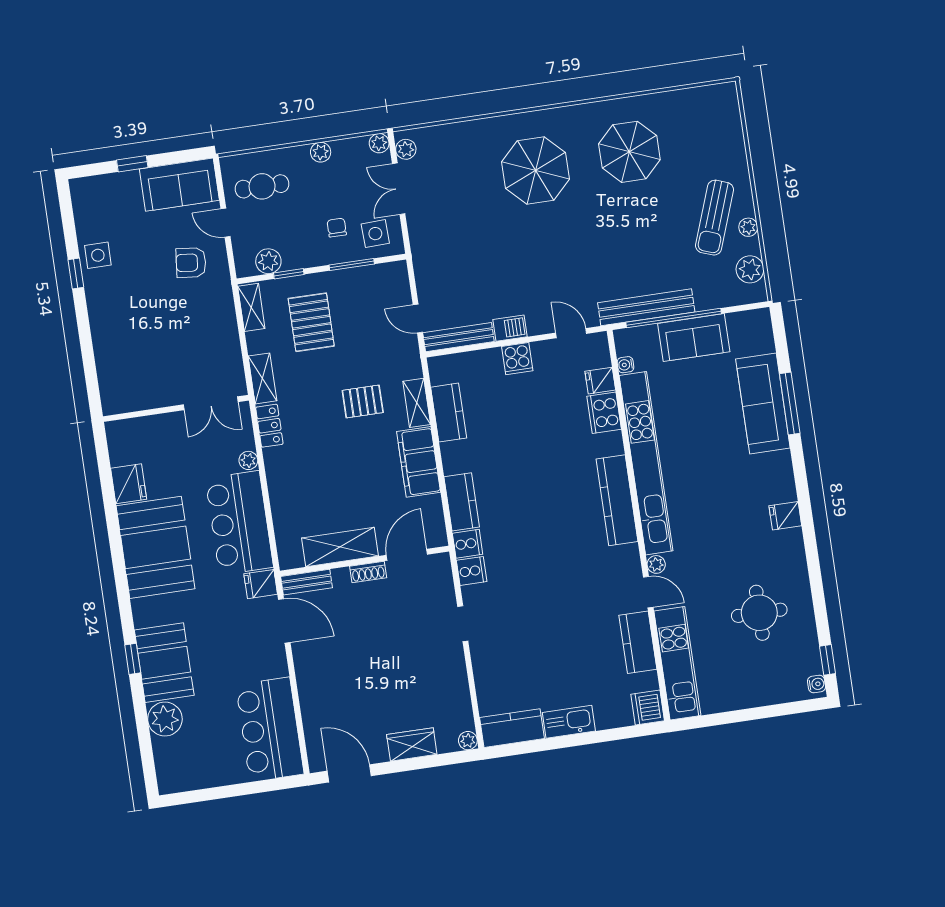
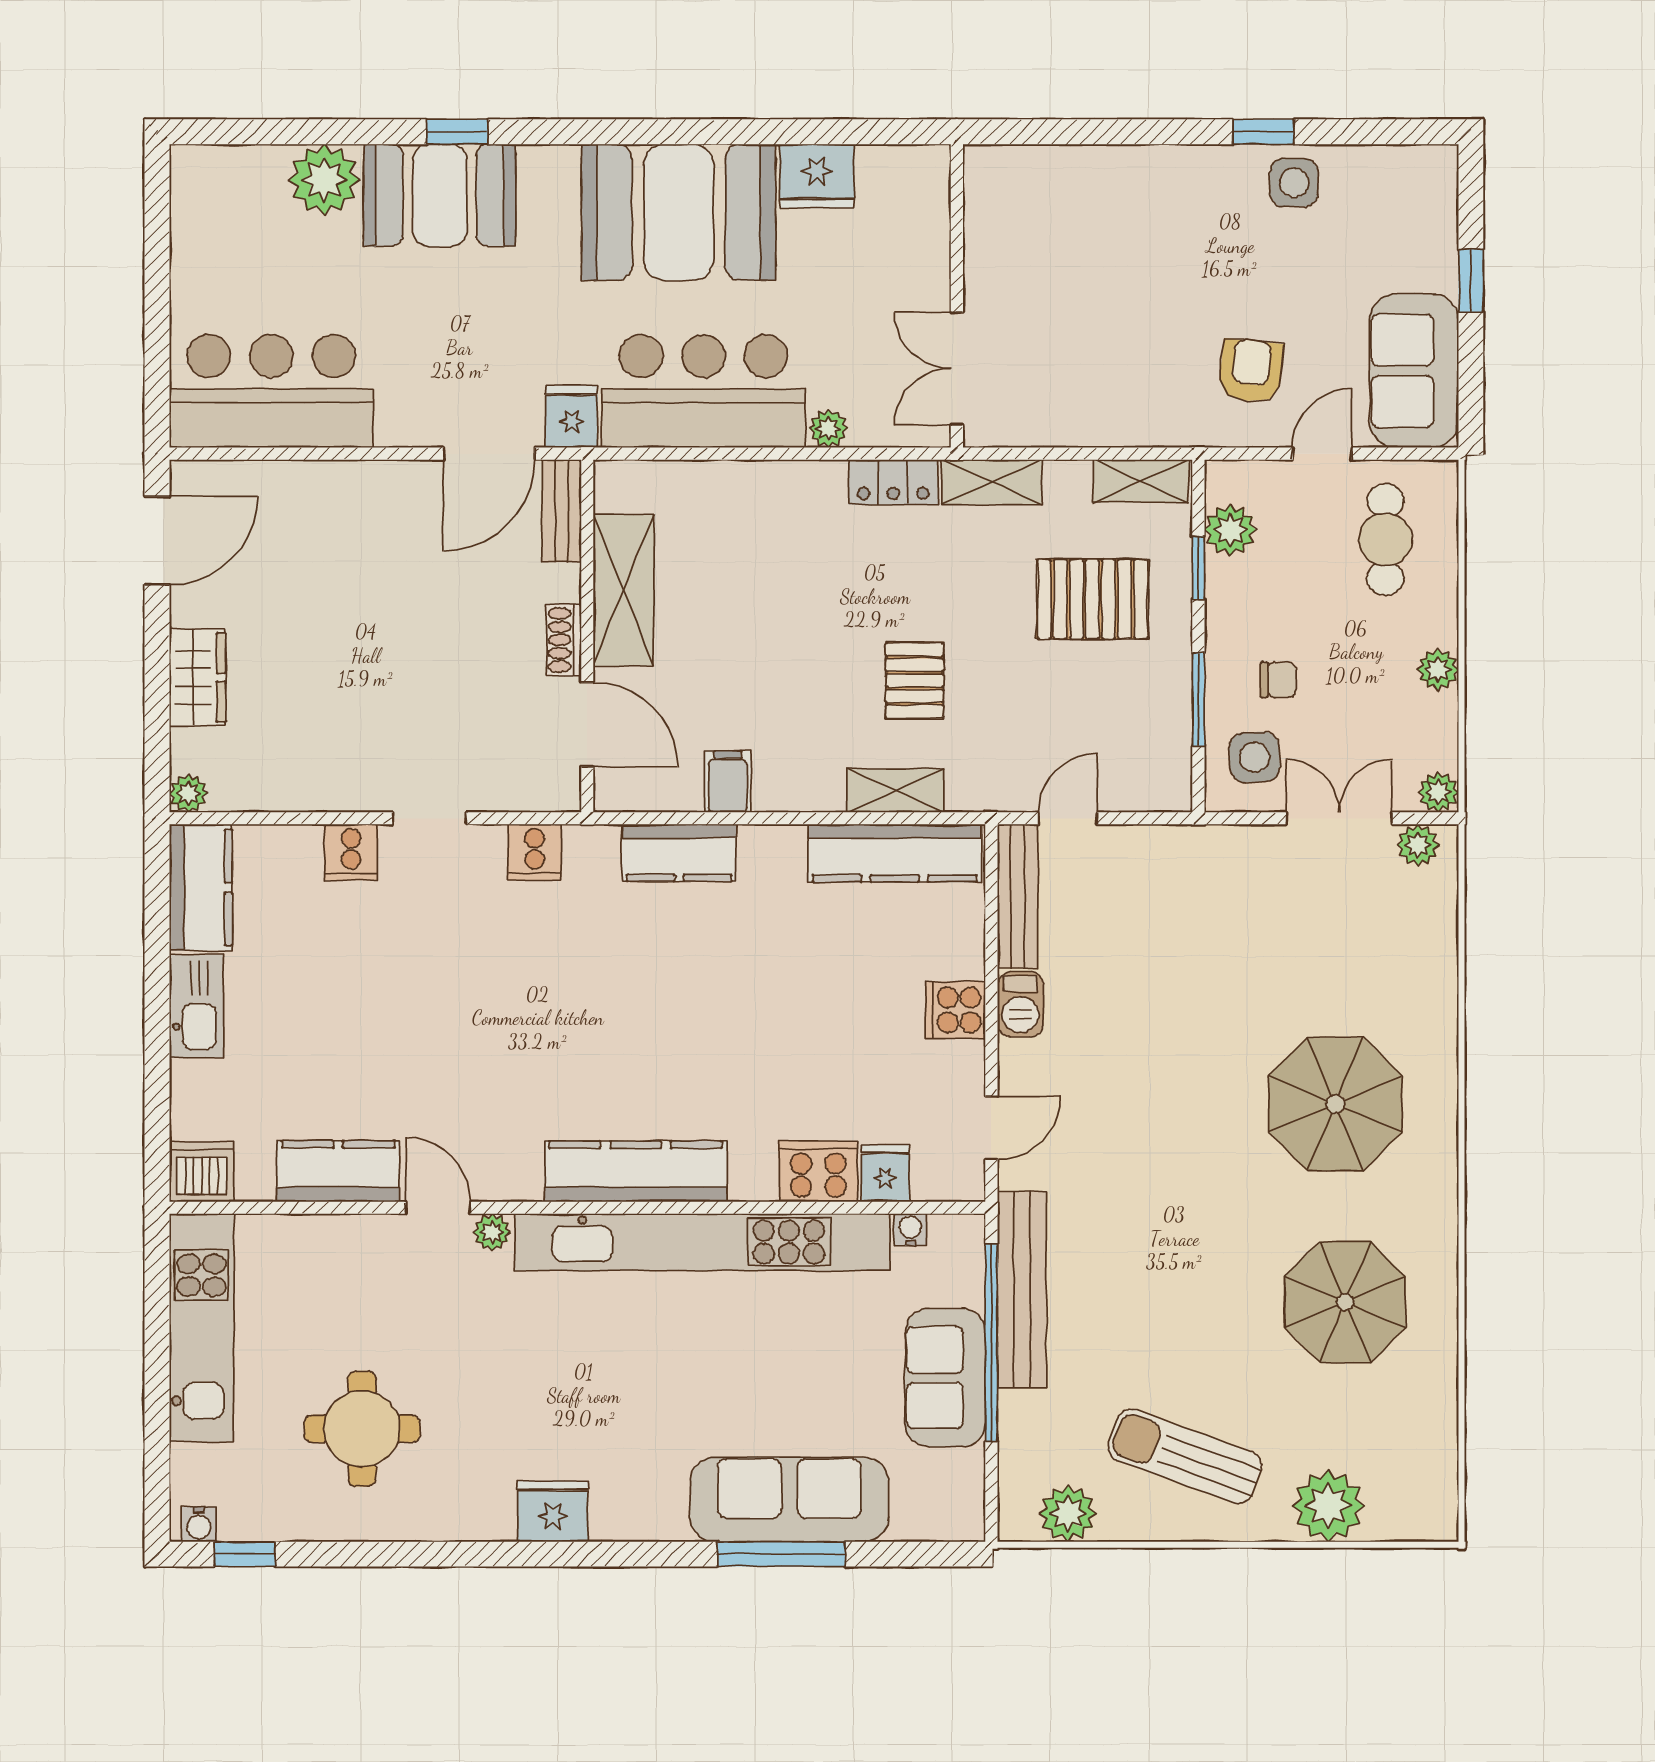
plant: (748, 227) -> (1328, 1506), moved, width x1.87, depth x1.87
kitchen counter: (449, 413) -> (895, 853), width x1.50
filing cabinet: (419, 462) -> (728, 782), width x0.33, depth x0.86
fridge: (785, 516) -> (553, 1511), width x1.38
cooker: (468, 544) -> (351, 852), moved
door: (648, 592) -> (438, 1208), swing flipped
kitchen unit: (677, 663) -> (201, 1328), moved, turned -90

